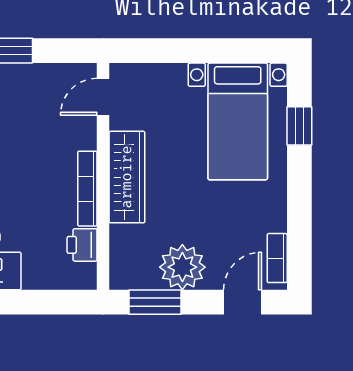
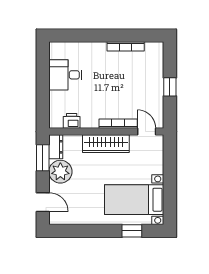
bookcase: (87, 189) -> (118, 124), moved
bookcase: (277, 258) -> (65, 220), removed
dresser: (133, 276) -> (56, 147), added

